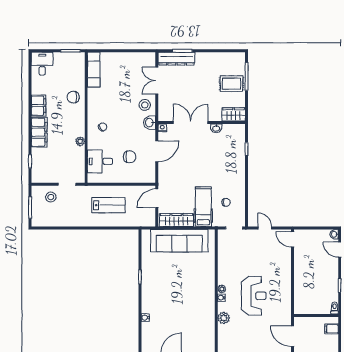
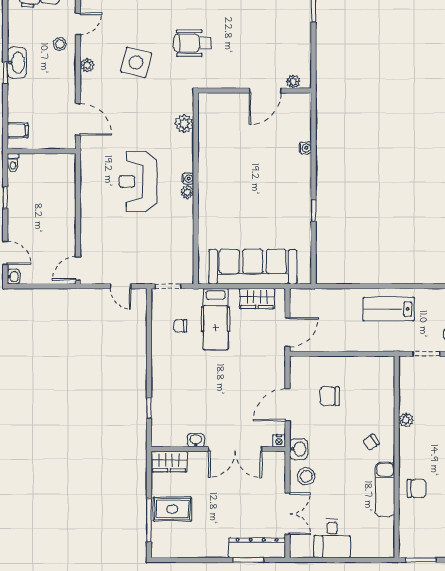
exam couch: (94, 70) -> (385, 489), moved
desk: (100, 161) -> (332, 539), moved, turned 90
lab bench: (108, 205) -> (389, 309), moved
wardrobe: (176, 220) -> (257, 298), width x0.67
door: (293, 239) -> (78, 269), swing flipped
plant: (224, 318) -> (184, 124), moved

